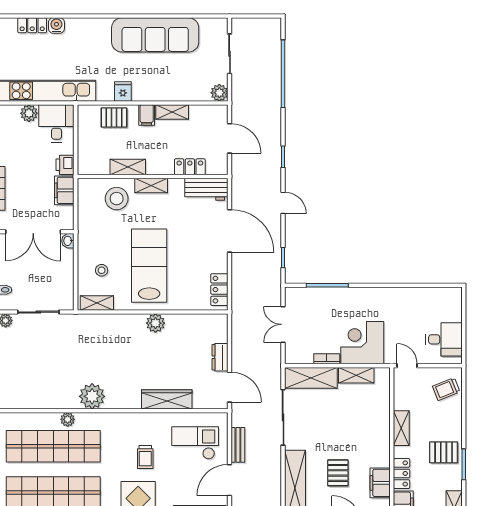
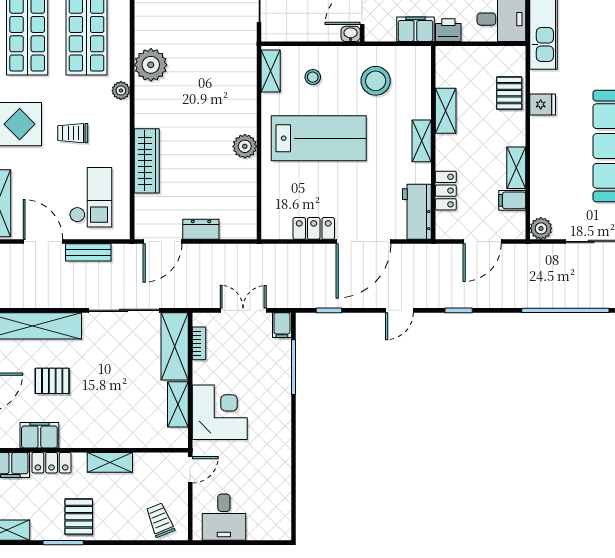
filing cabinet: (147, 115) -> (512, 200), moved
stool: (117, 199) -> (376, 81), moved
locker: (219, 290) -> (314, 228), moved
filing cabinet: (294, 294) -> (282, 325), added
bookcase: (327, 359) -> (199, 343), moved
plant: (68, 419) -> (121, 91), moved

